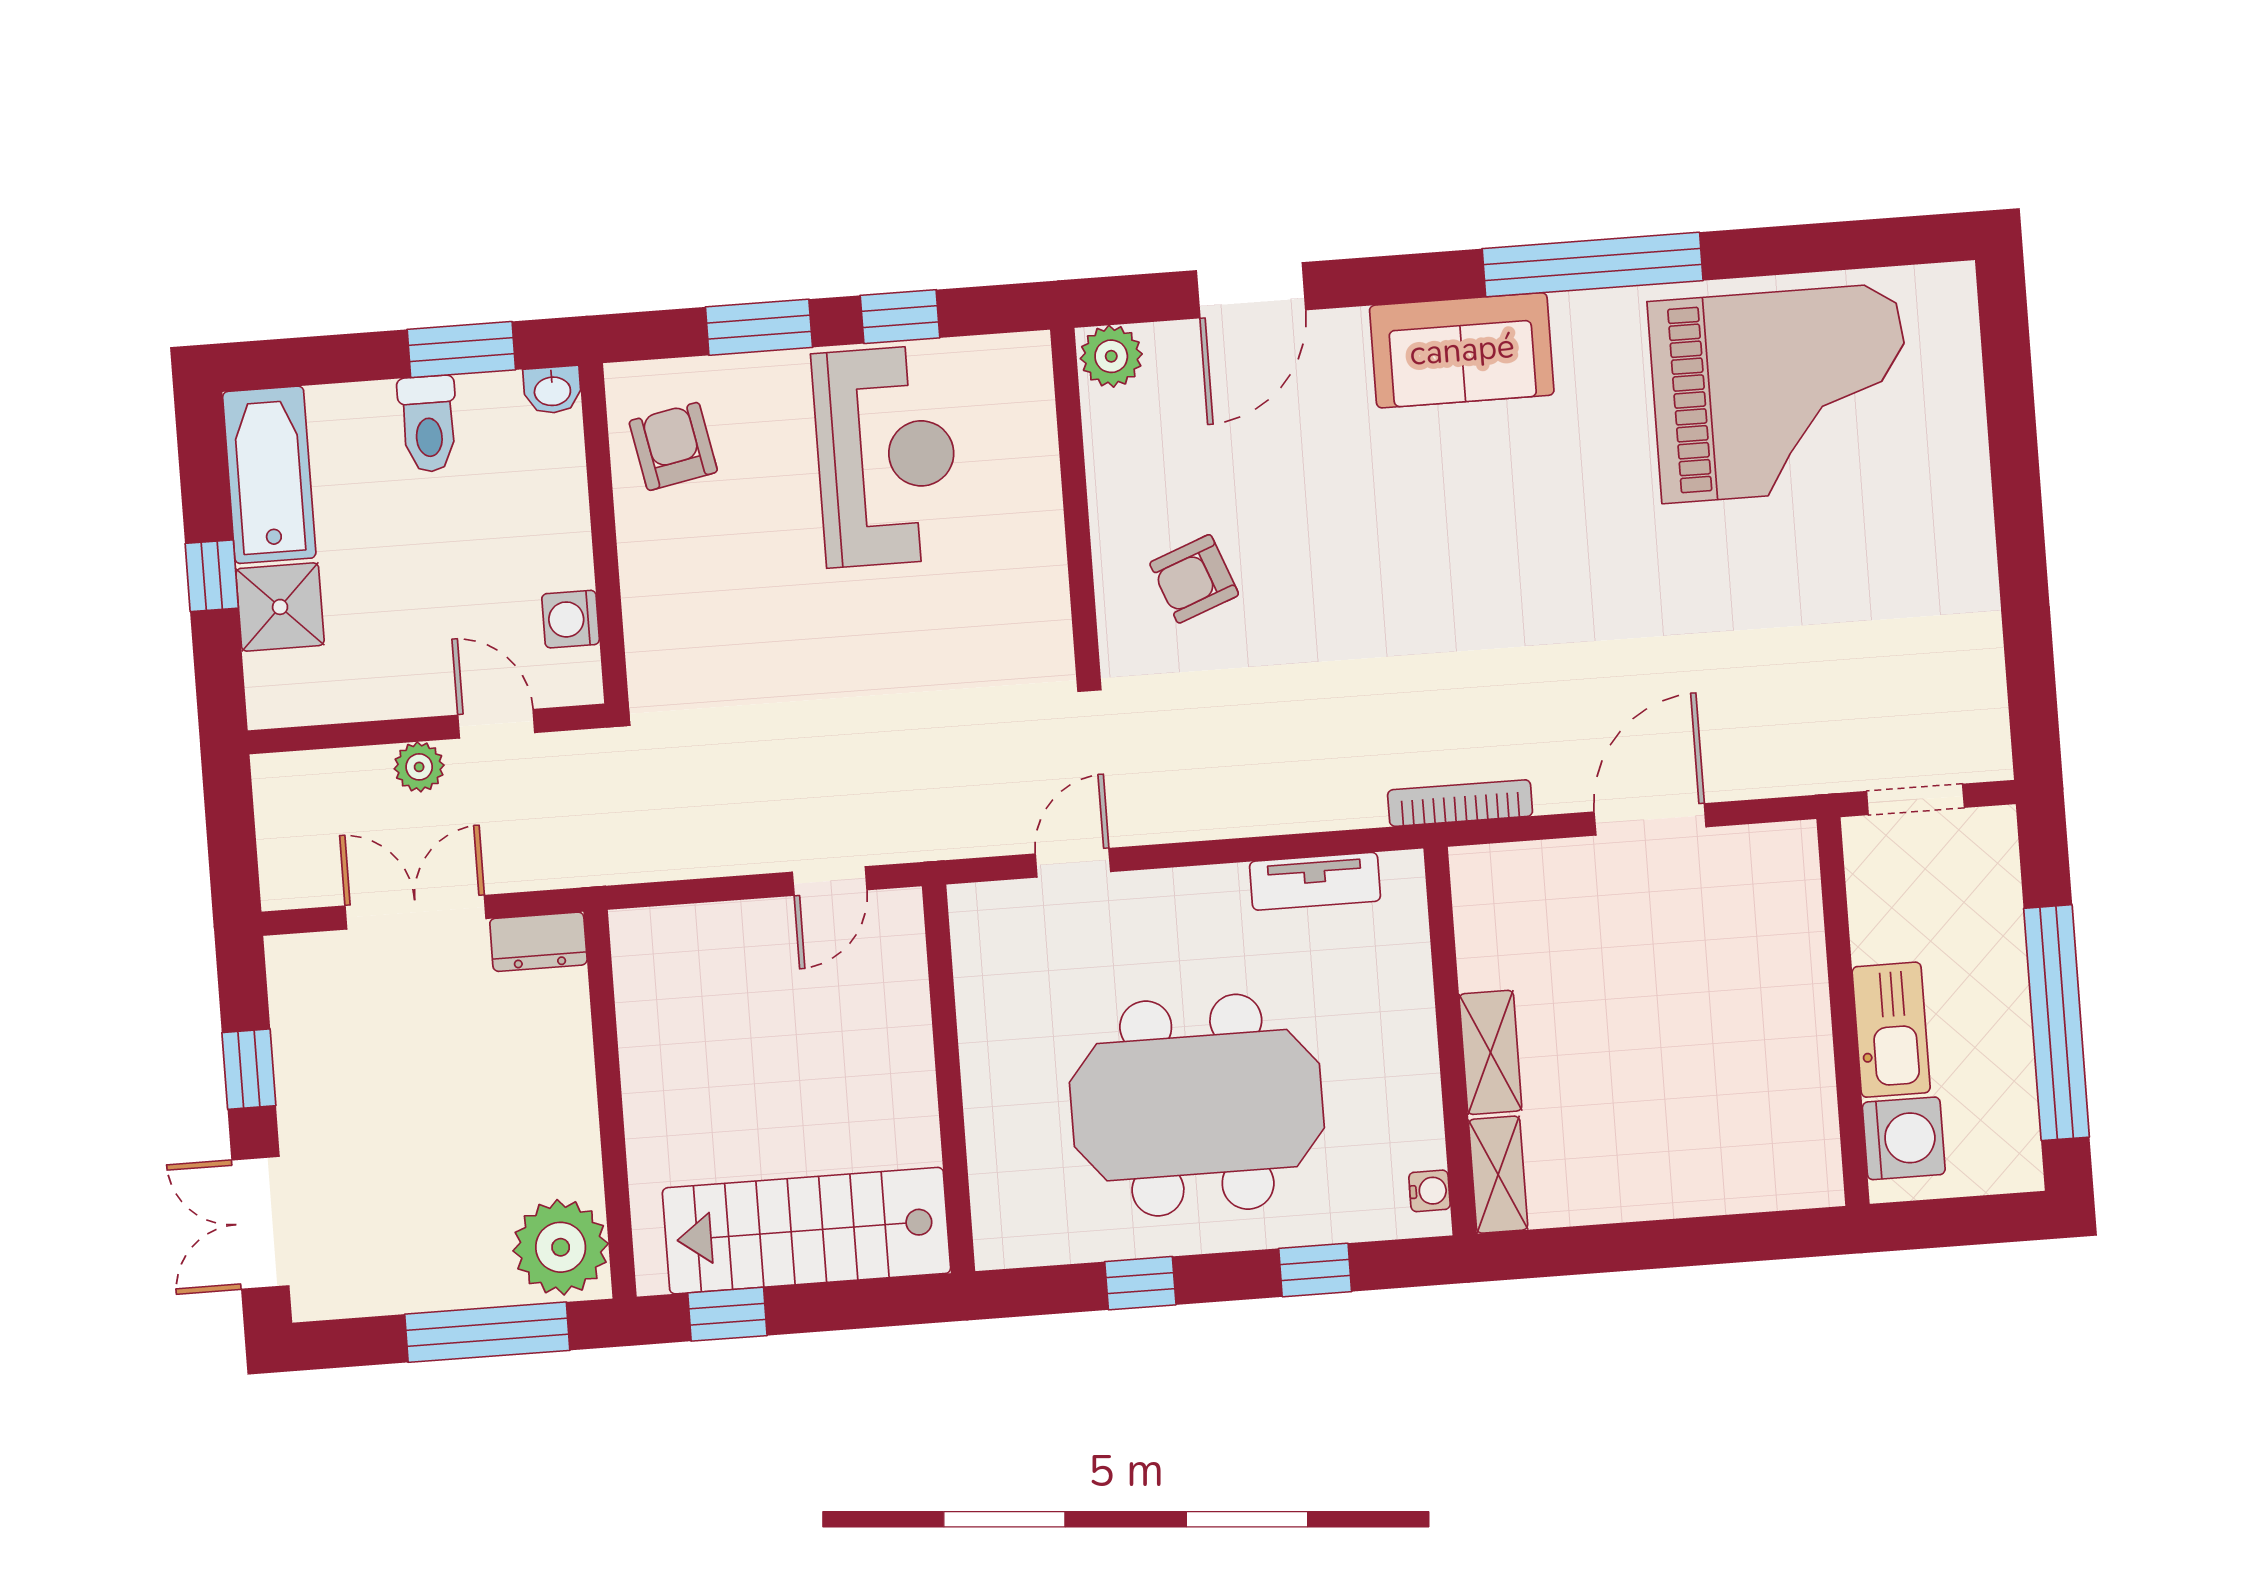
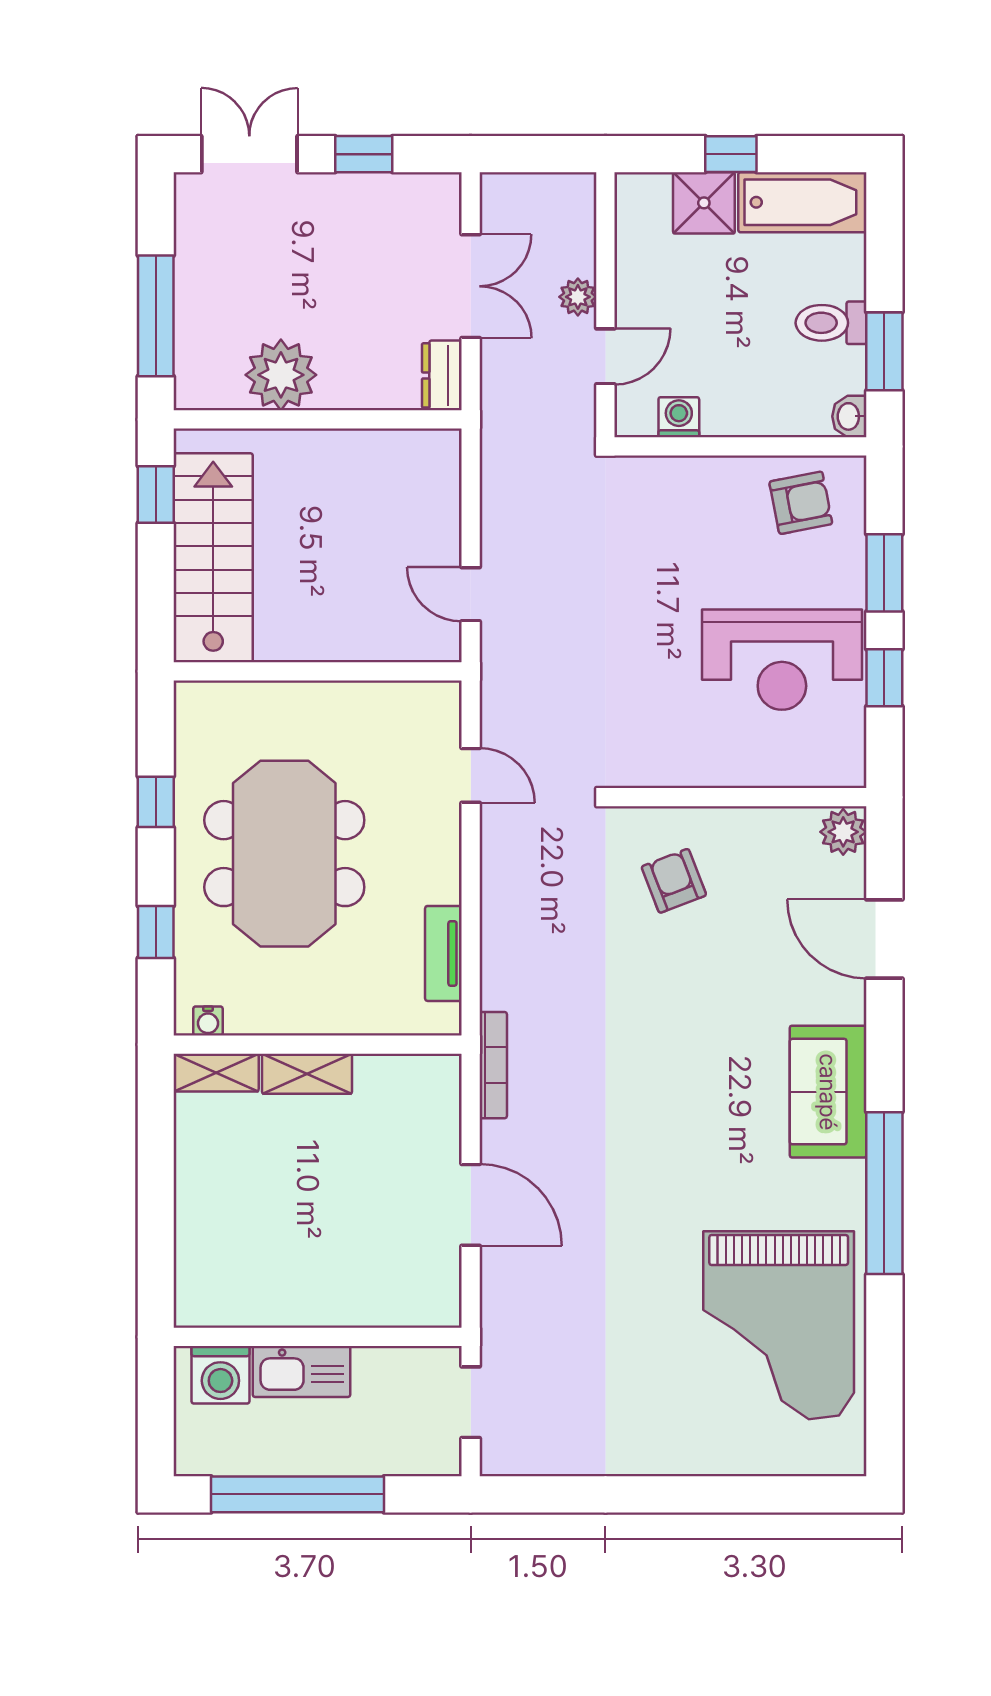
plant: (561, 1247) -> (281, 375), moved

